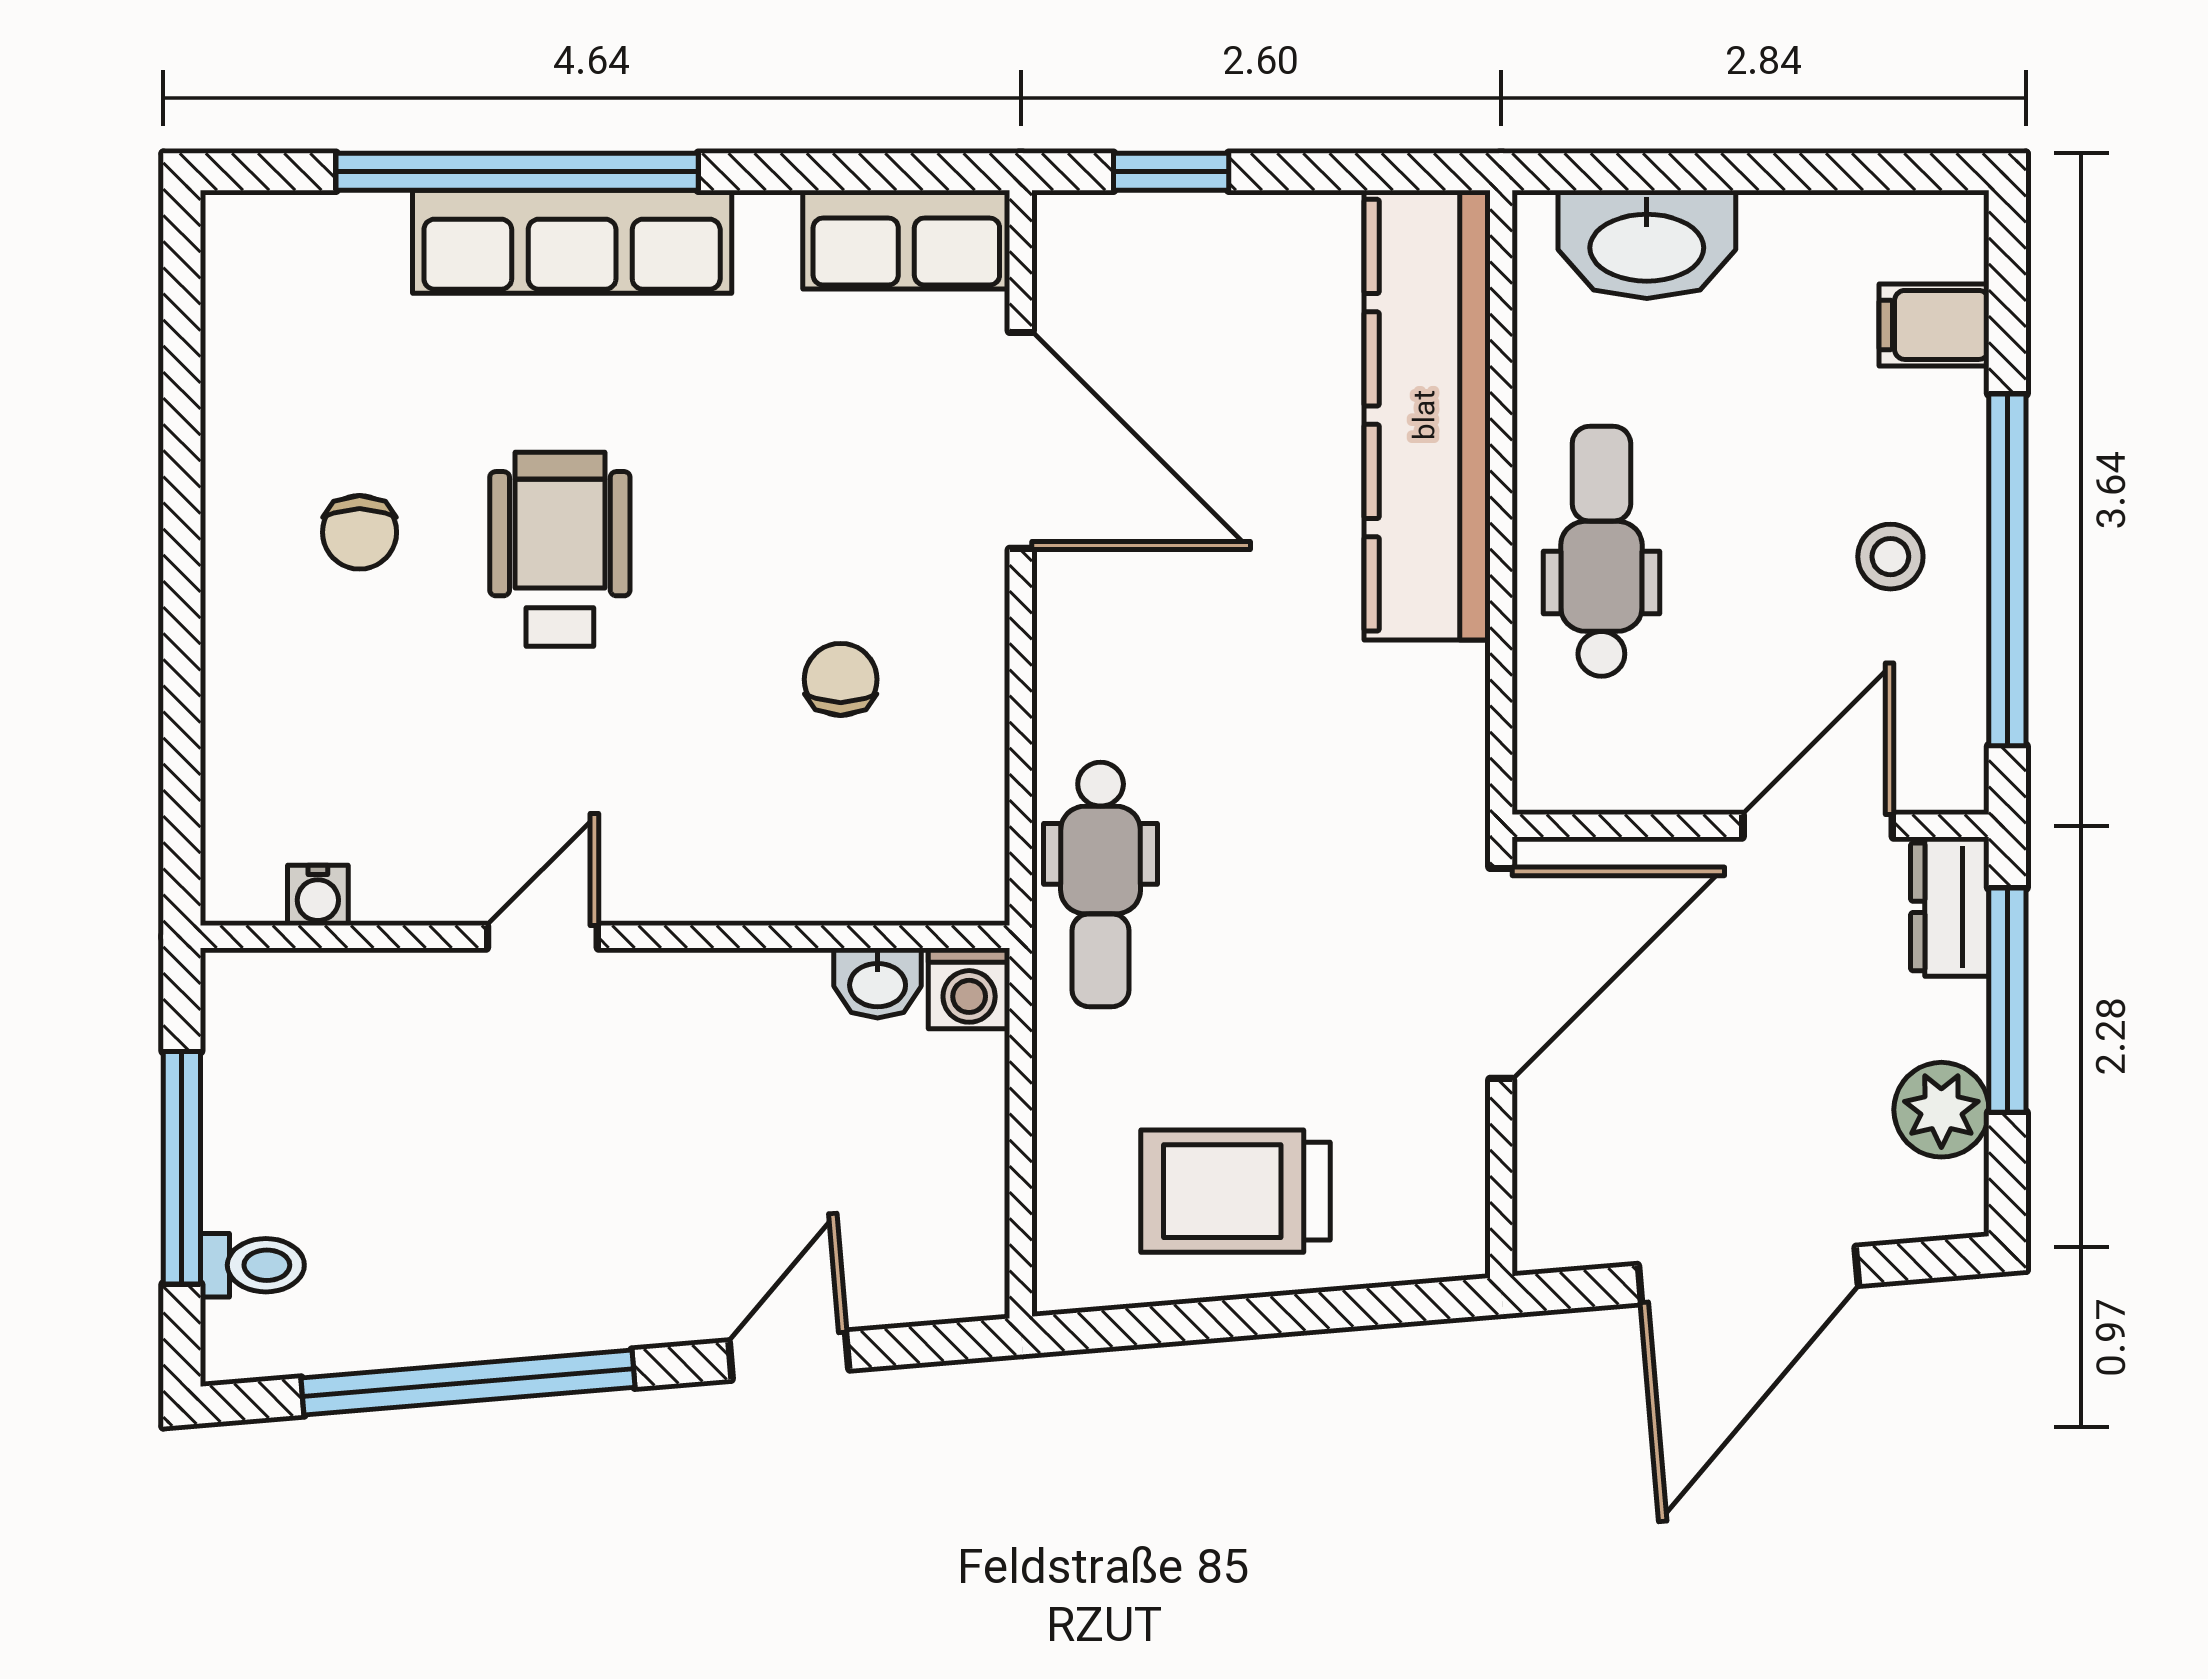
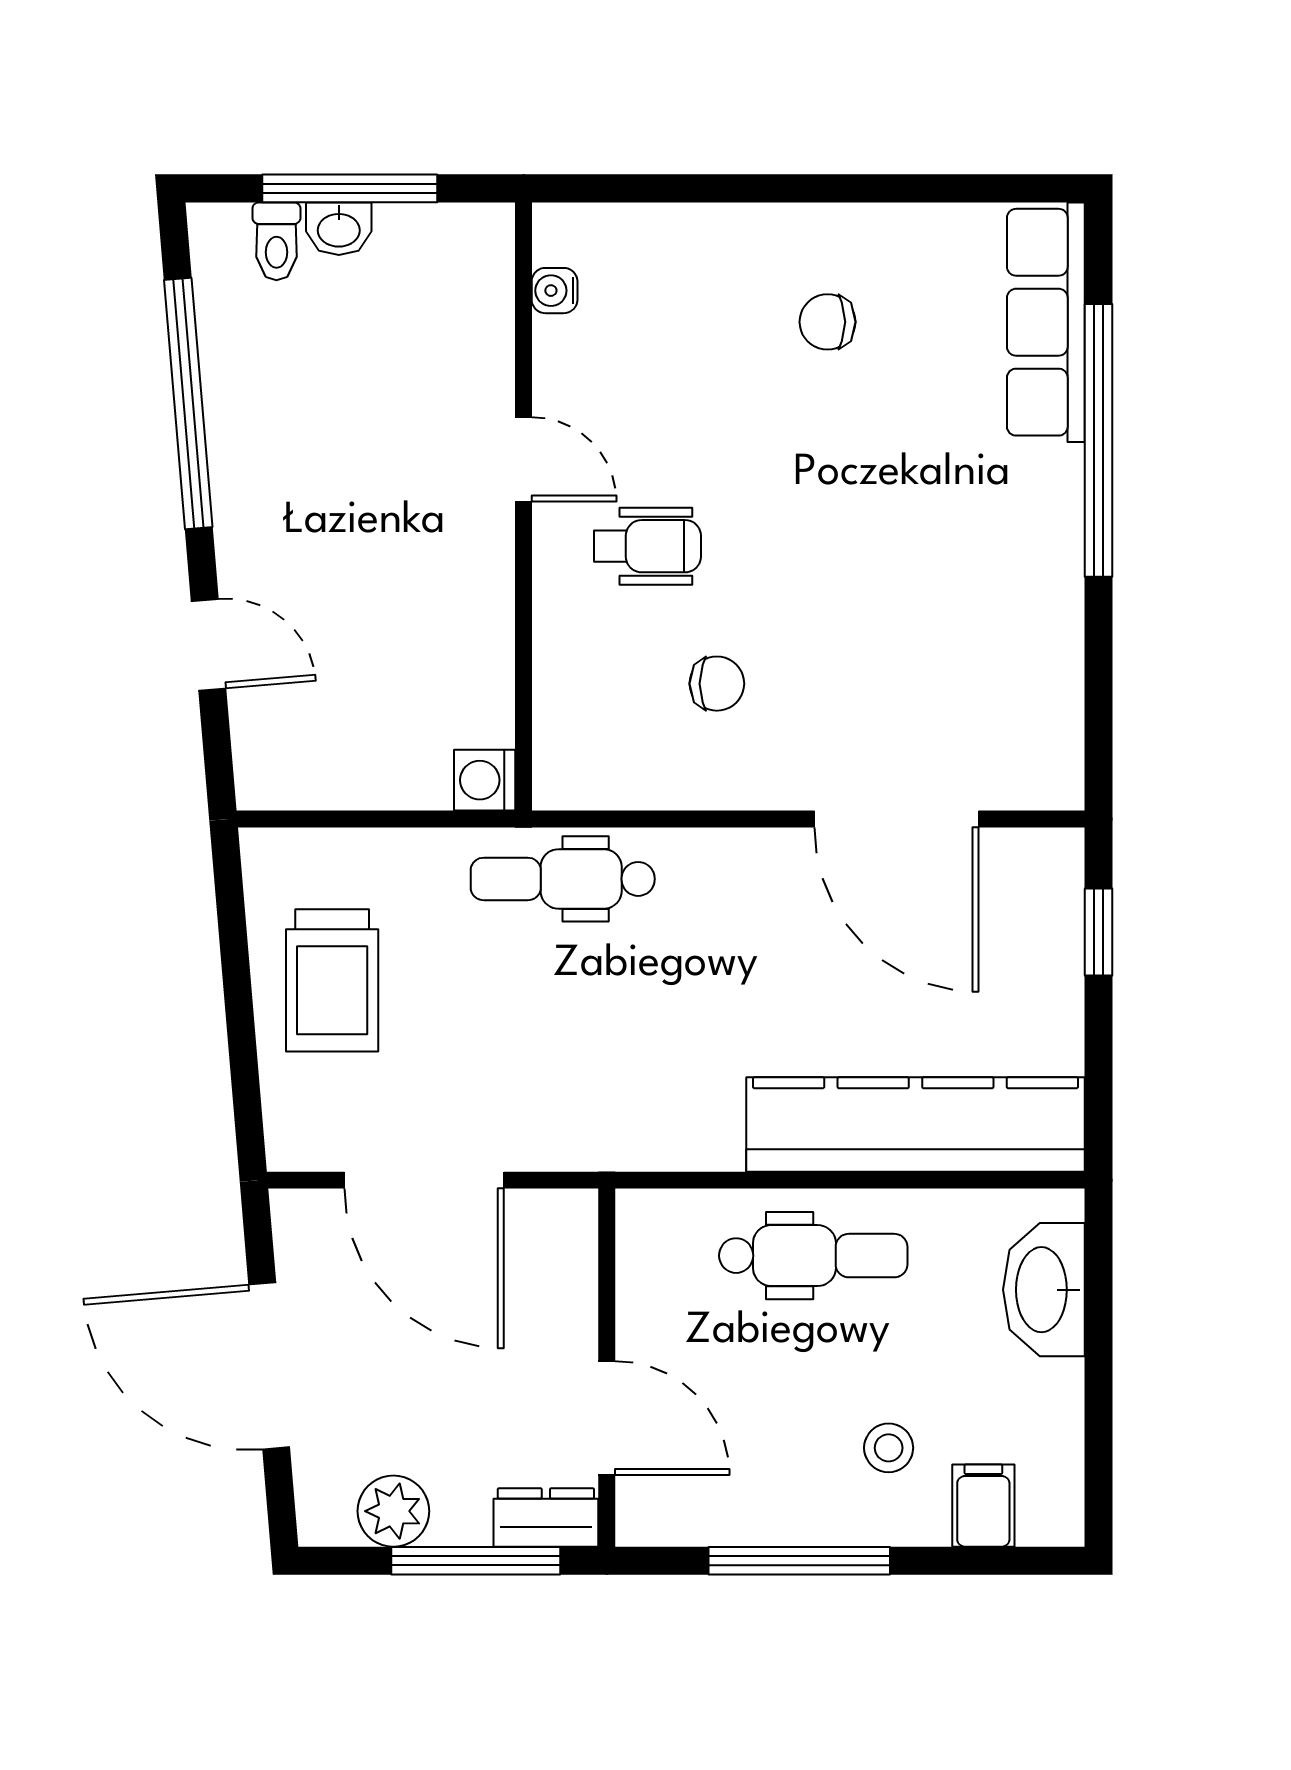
row of seats: (906, 240) -> (1047, 733), removed
row of seats: (572, 242) -> (1046, 322), moved
door: (1021, 440) -> (897, 819), hinge flipped
wheelchair: (560, 549) -> (647, 546), moved, width x0.73, depth x0.73
stool: (1890, 557) -> (889, 1448), moved
window: (2007, 570) -> (799, 1561), width x0.68
door: (1501, 973) -> (424, 1180), moved
washbasin: (878, 983) -> (339, 229), moved, turned -90
trolley: (1235, 1191) -> (332, 980), turned 180

